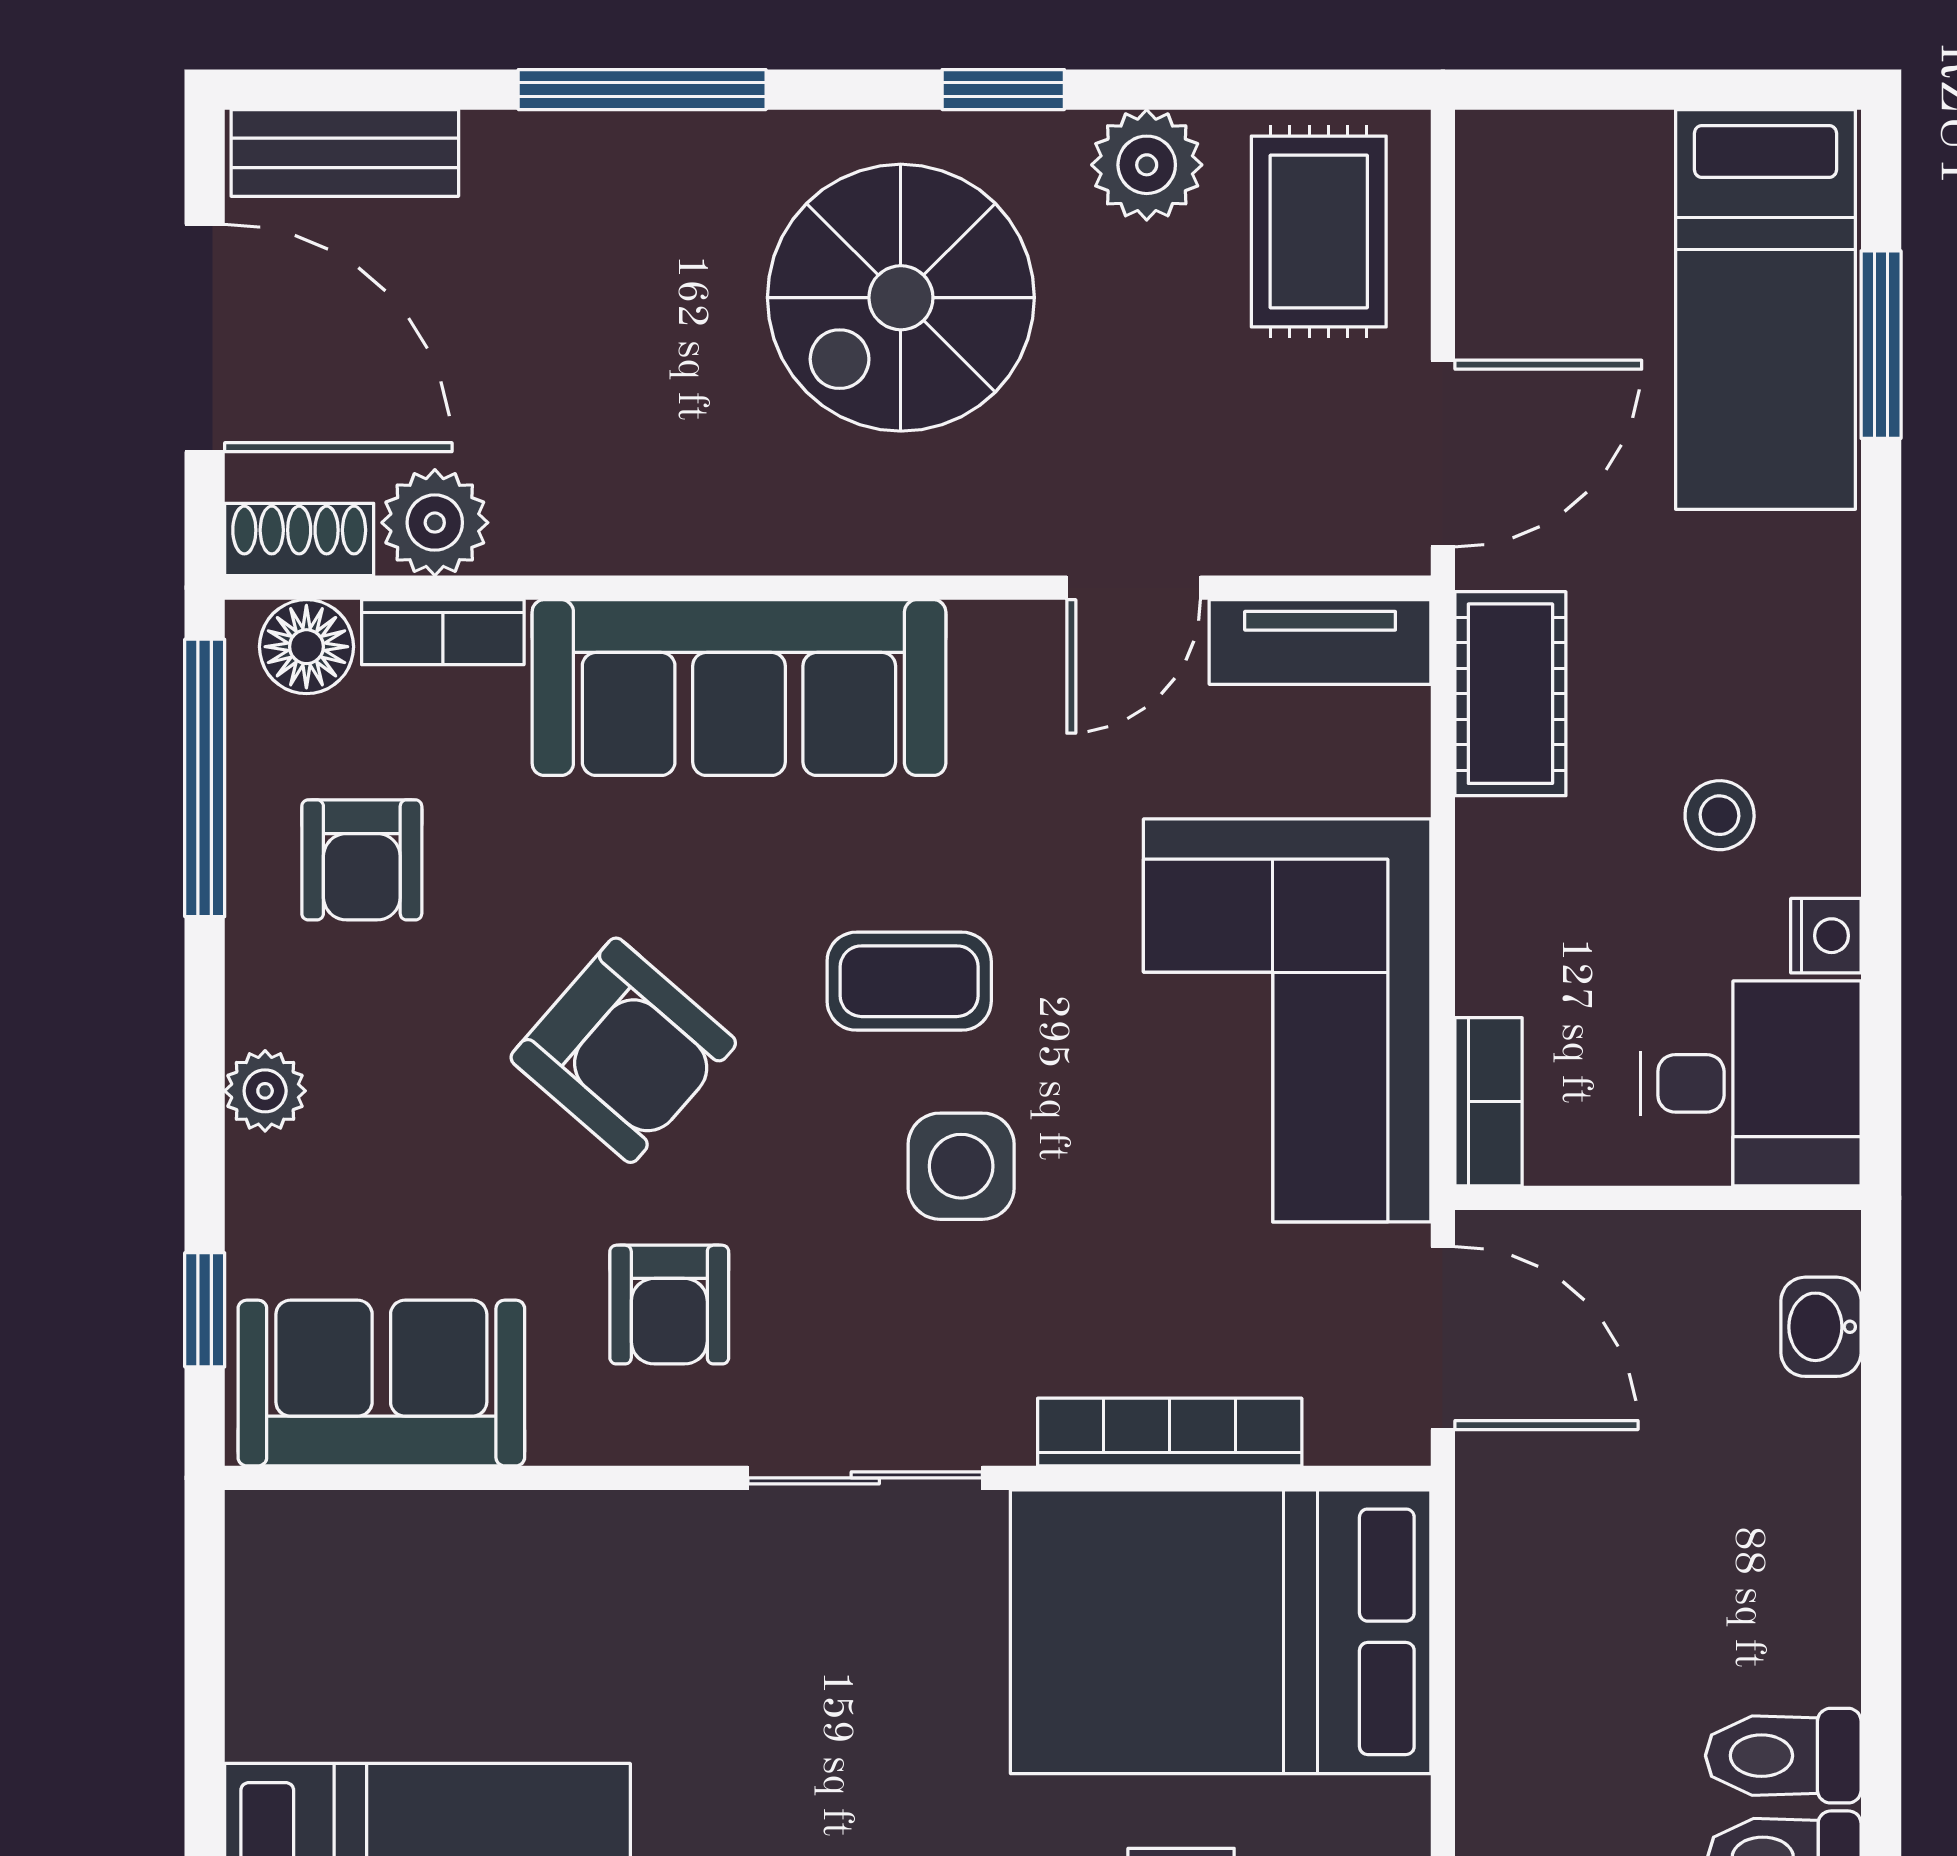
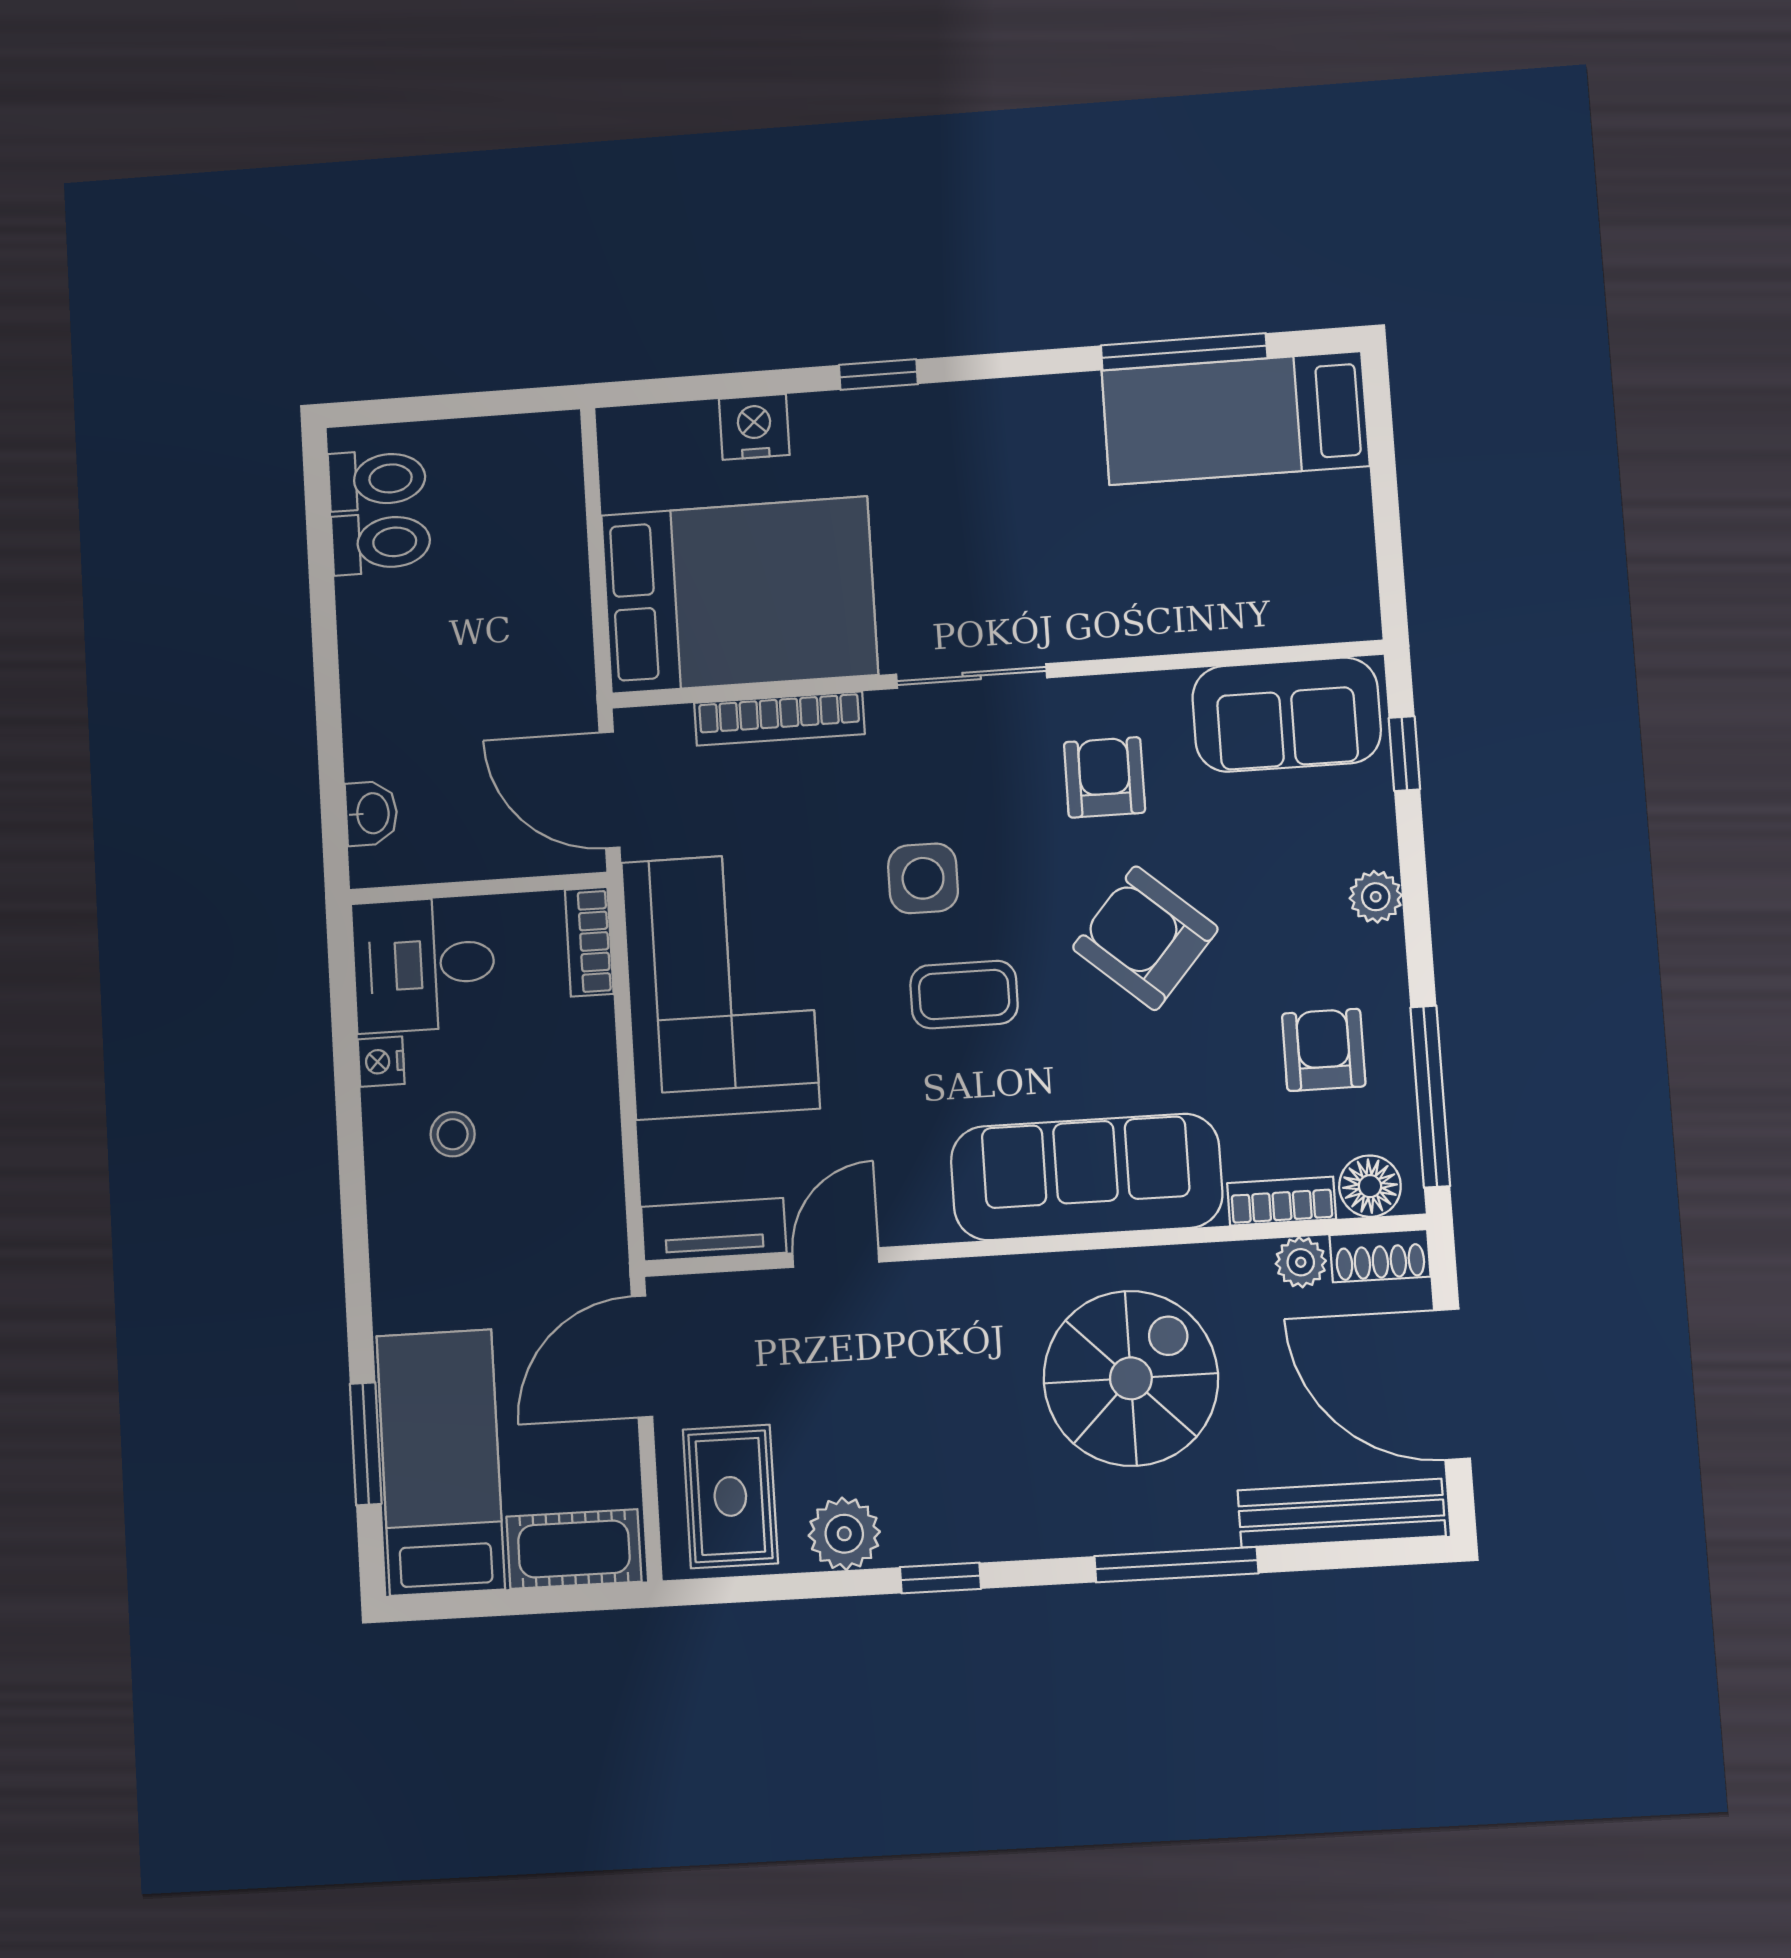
bench: (345, 153) -> (1341, 1513), width x1.36
spiral stairs: (901, 298) -> (1131, 1378), moved
plant: (435, 523) -> (1301, 1262), width x0.73, depth x0.73
cot: (1510, 694) -> (574, 1549), moved, turned 90

